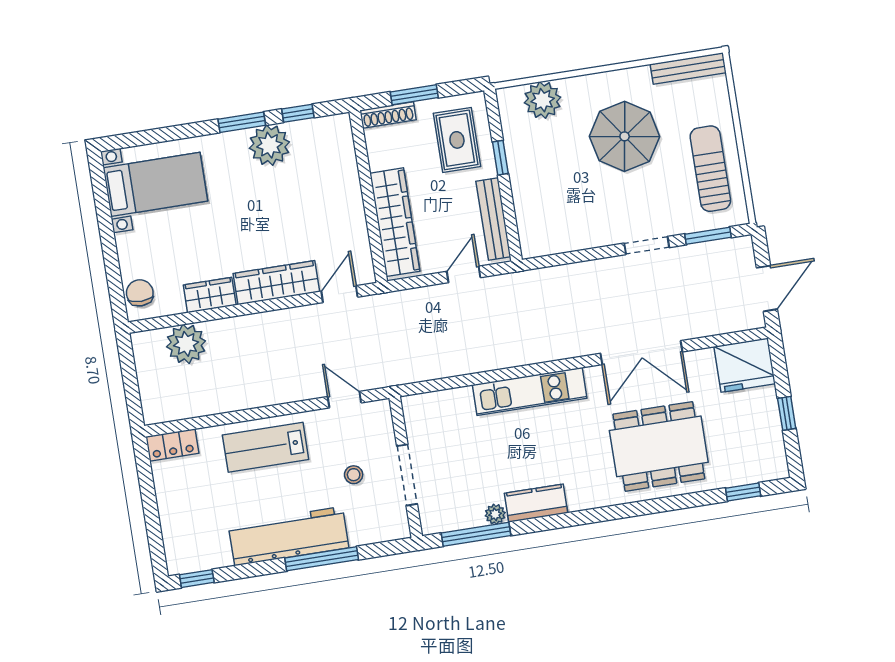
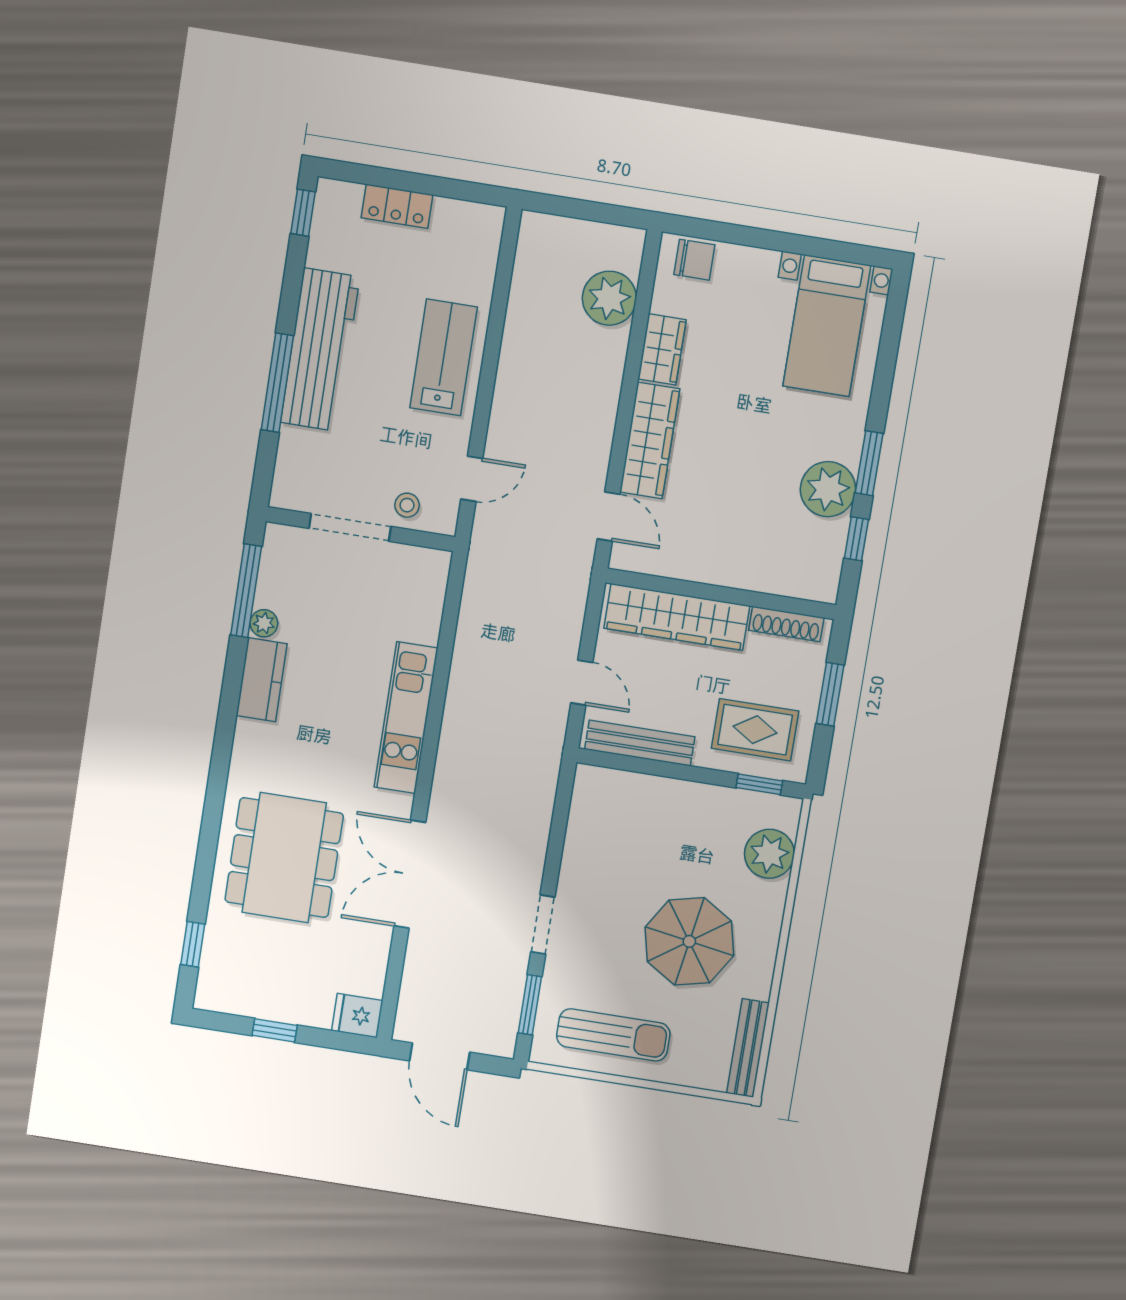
shoe rack: (388, 115) -> (786, 624), moved, turned -90
window: (500, 158) -> (759, 784), moved
fridge: (745, 365) -> (357, 1016), width x0.53, depth x0.75
locker: (172, 445) -> (397, 206), moved, turned -90
stool: (354, 475) -> (407, 505), moved

